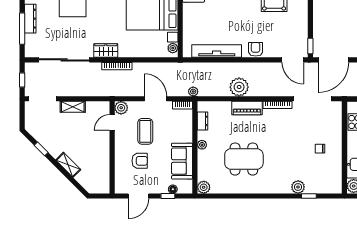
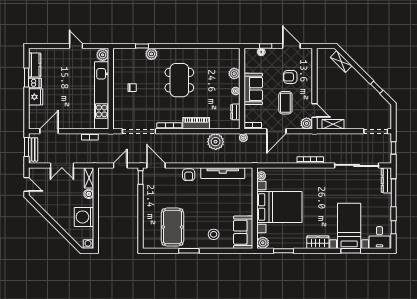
dresser: (30, 19) -> (386, 180), moved
wardrobe: (106, 51) -> (320, 174), removed
door: (333, 60) -> (120, 165), width x0.53
plant: (239, 87) -> (216, 142), moved
door: (156, 99) -> (276, 131), hinge flipped
shelving: (73, 107) -> (333, 124), moved
door: (112, 122) -> (314, 111), hinge flipped
dining table: (244, 159) -> (179, 80), moved, turned 90
sofa: (182, 161) -> (253, 89), moved
shelving: (68, 165) -> (341, 61), moved
plant: (204, 187) -> (234, 74), moved
door: (138, 196) -> (291, 46), hinge flipped

